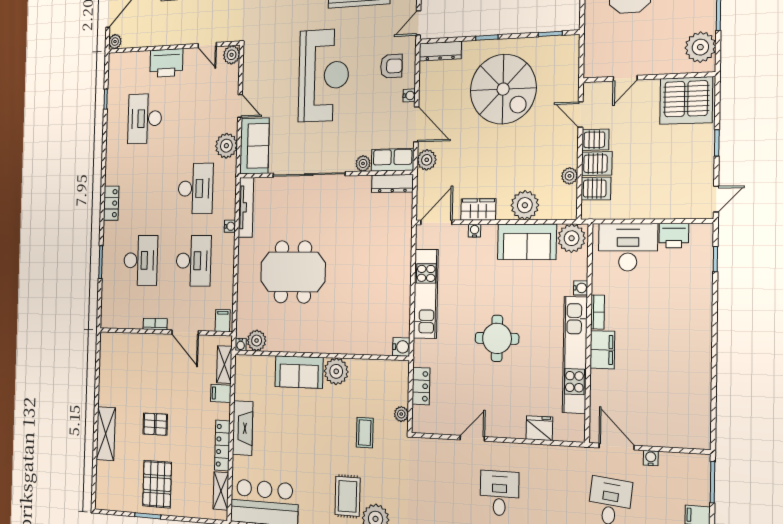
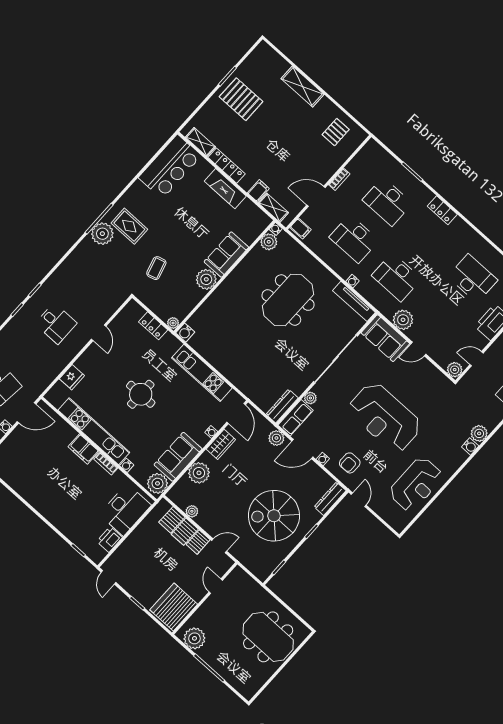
plant: (401, 414) -> (173, 323), moved
pallet: (155, 424) -> (336, 132), moved
coffee table: (365, 433) -> (156, 268), turned 74

